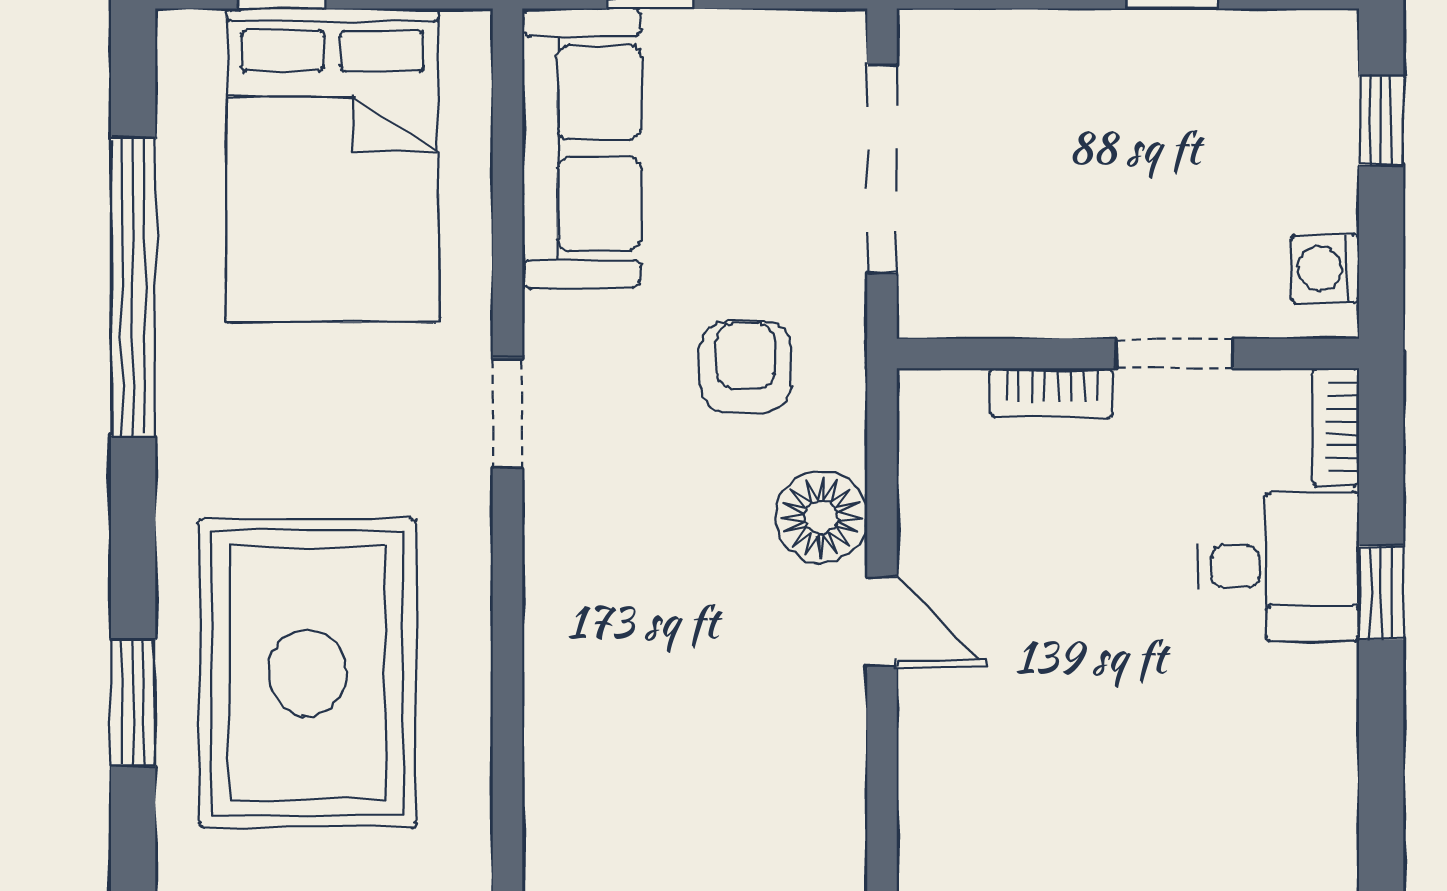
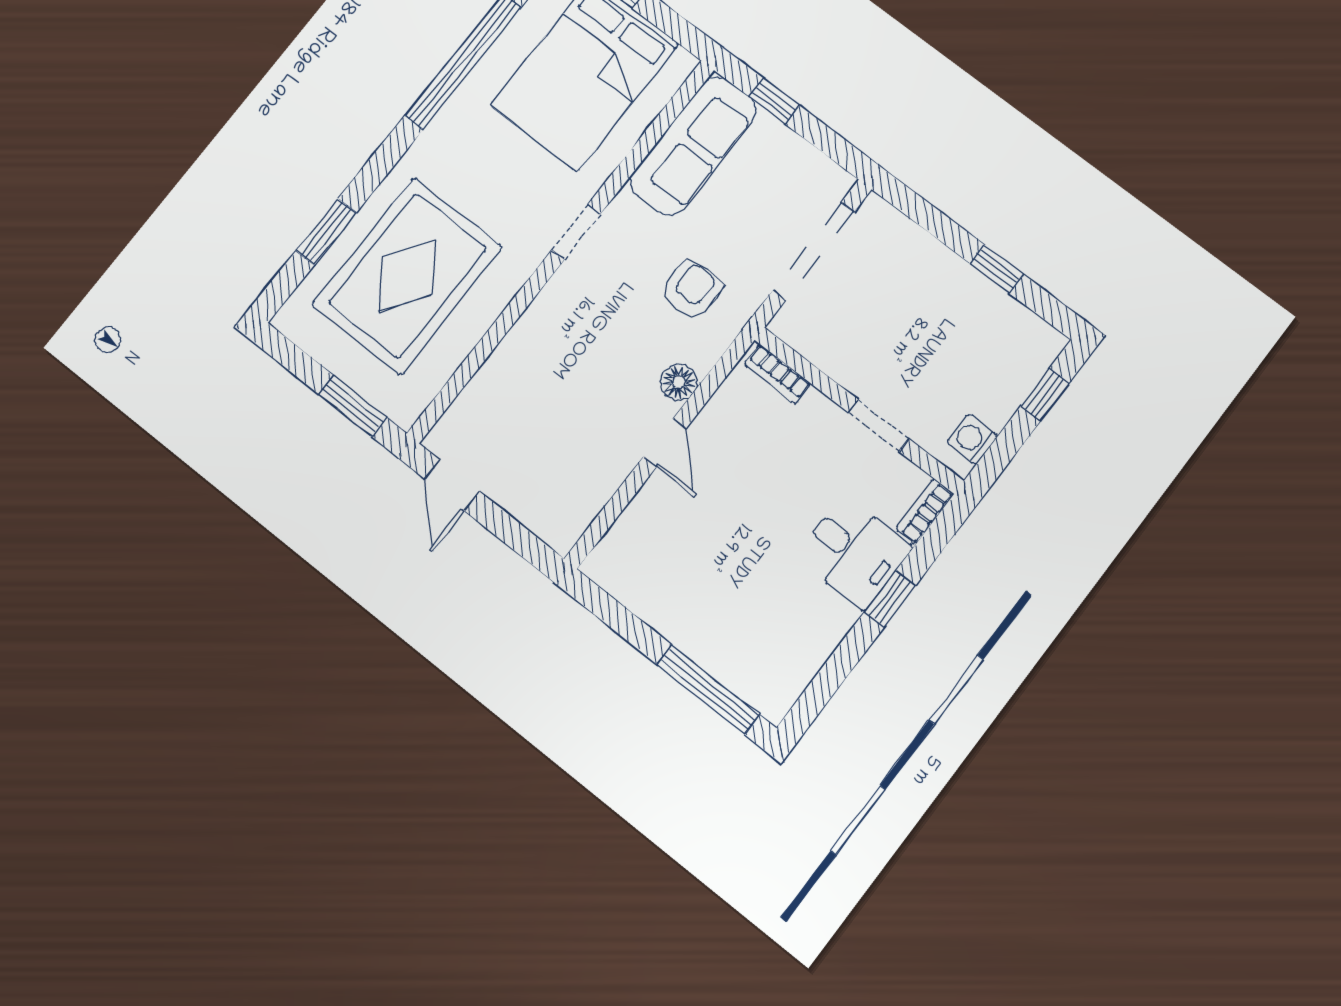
bookcase: (1051, 393) -> (778, 374), moved
floor lamp: (821, 517) -> (679, 382), width x0.73, depth x0.73

